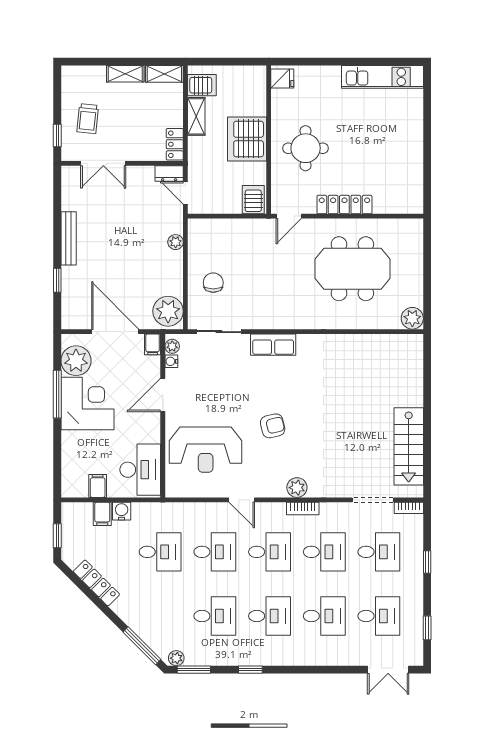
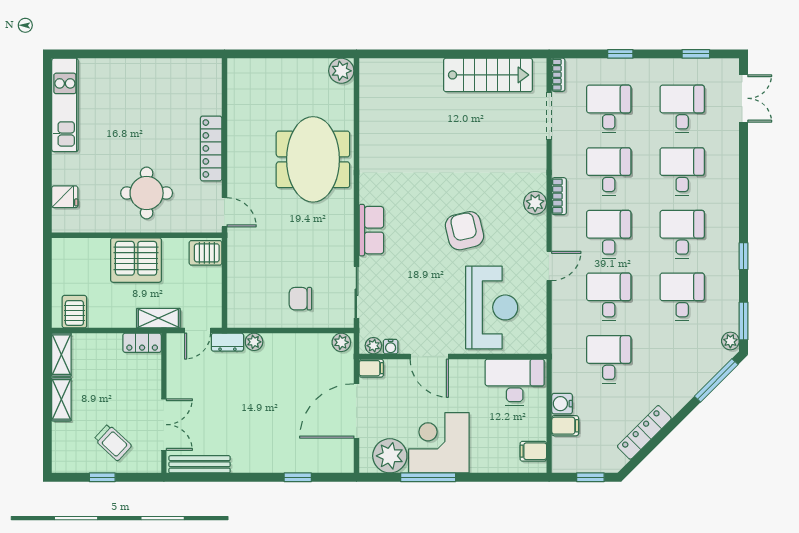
fridge: (282, 79) -> (65, 197), moved, turned 90
shelving: (196, 116) -> (158, 318), moved
trolley: (88, 119) -> (113, 442), turned 37
window: (57, 135) -> (102, 477), moved
dresser: (169, 173) -> (227, 342), moved, turned 90
bench: (69, 238) -> (200, 464), moved
meeting table: (352, 269) -> (313, 159), moved
plant: (168, 311) -> (341, 342), width x0.53, depth x0.53
armchair: (273, 426) -> (464, 231), width x1.38, depth x1.38
filing cabinet: (98, 486) -> (533, 451), moved

